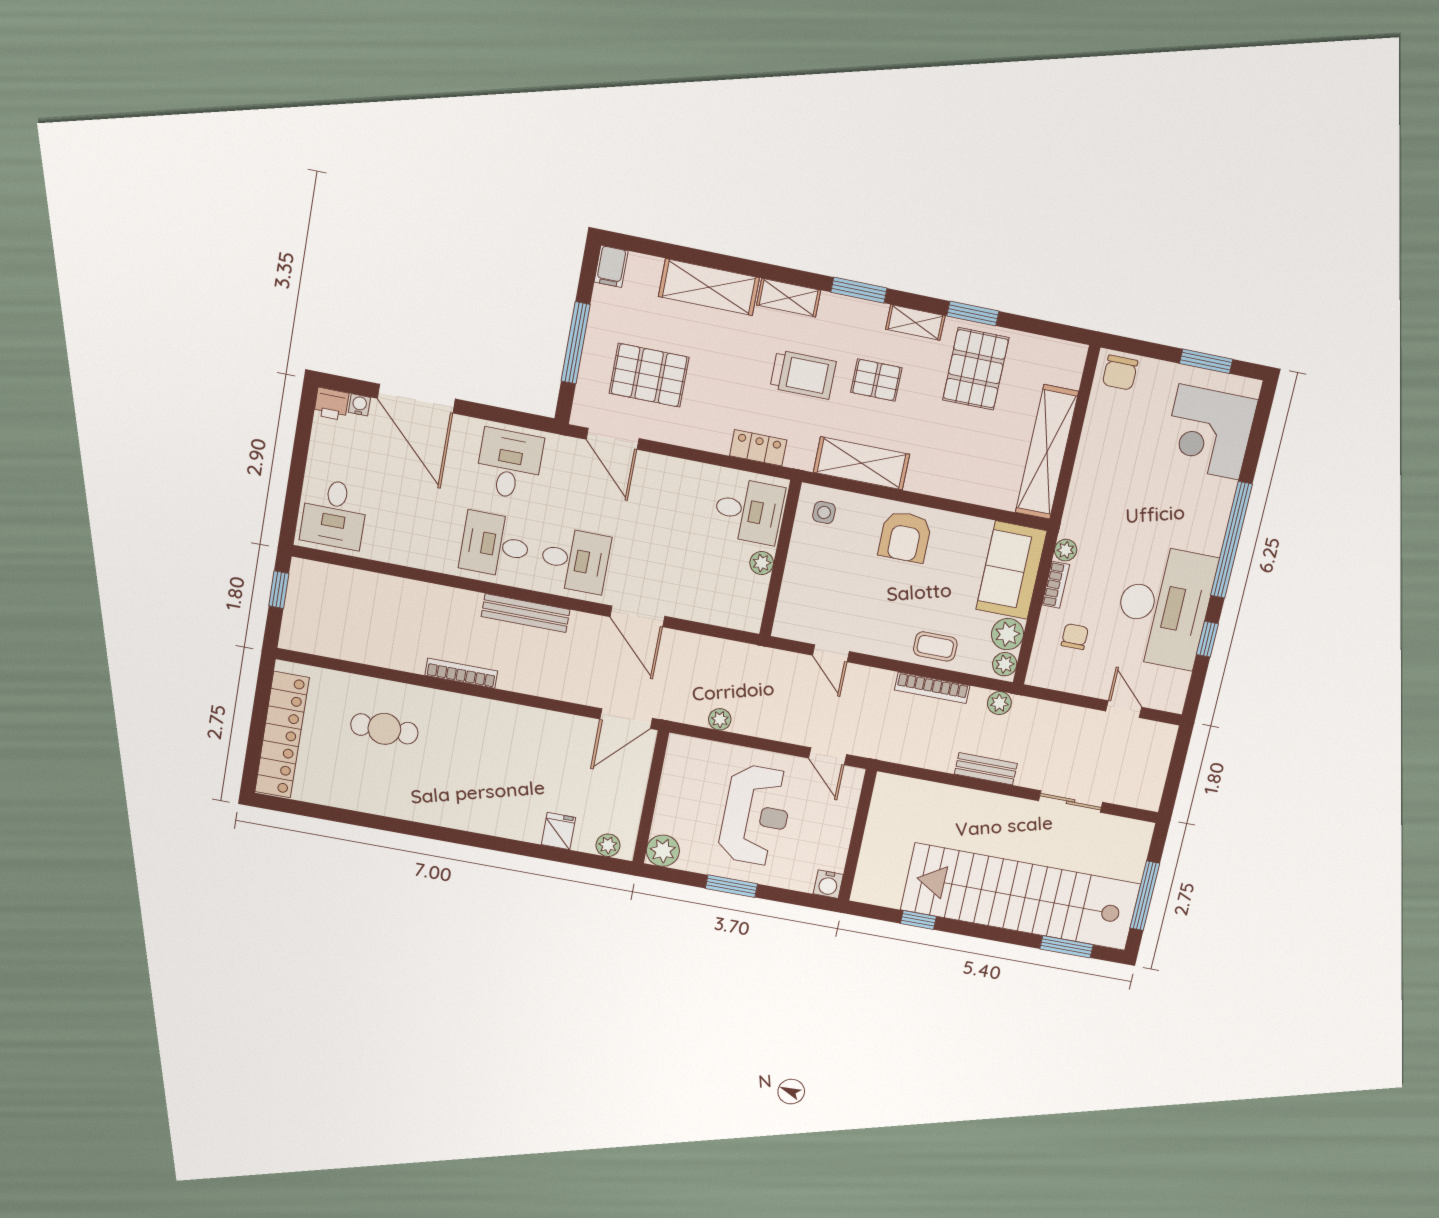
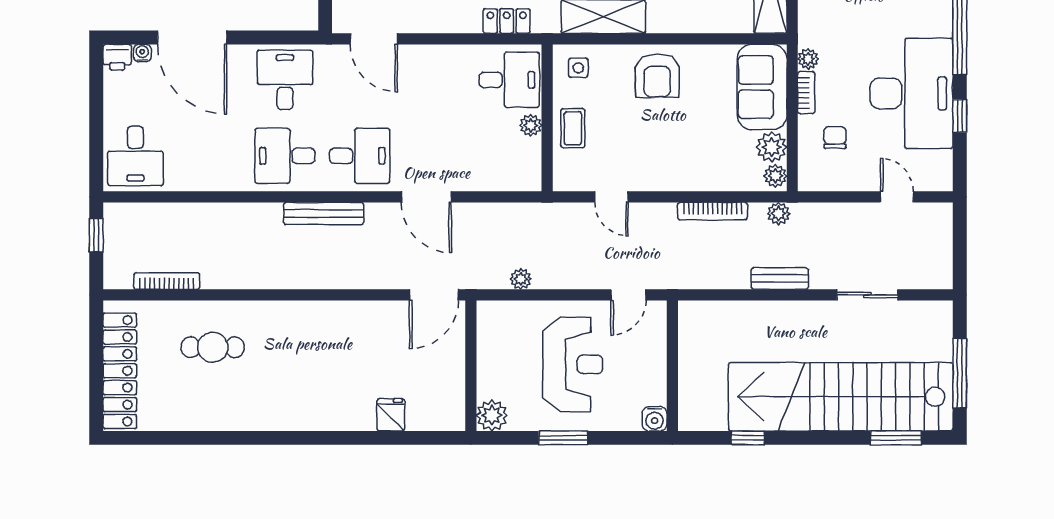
coffee table: (935, 646) -> (573, 128), moved, turned 90
bookcase: (461, 673) -> (167, 281), moved
door: (828, 756) -> (628, 295), hinge flipped
plant: (608, 845) -> (439, 420), removed

